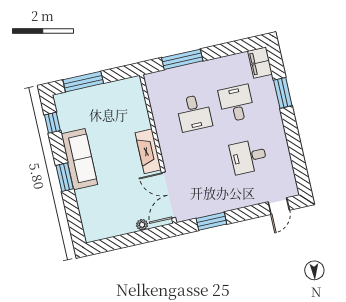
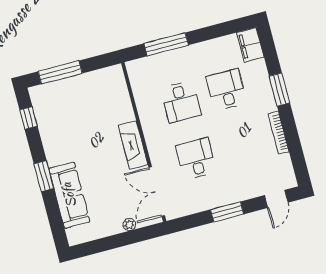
window: (283, 93) -> (279, 89), moved
bookcase: (283, 145) -> (278, 133), added
desk: (248, 157) -> (196, 159), moved, turned 90
sofa: (79, 159) -> (69, 195), moved
window: (211, 221) -> (227, 212), moved

